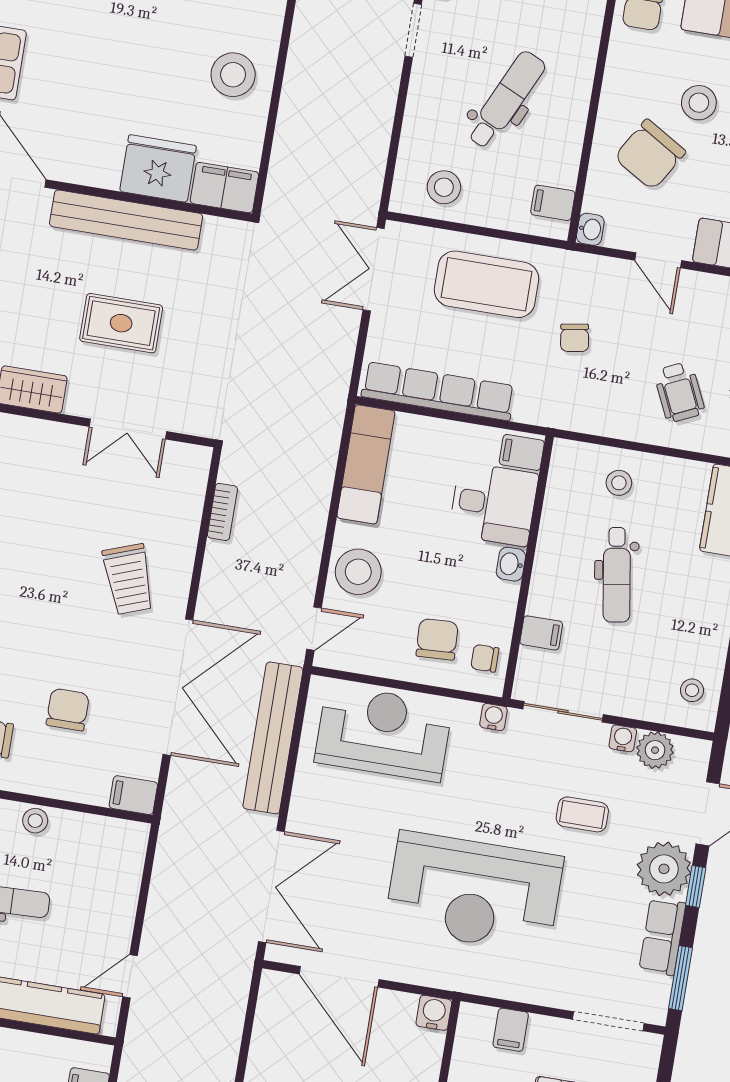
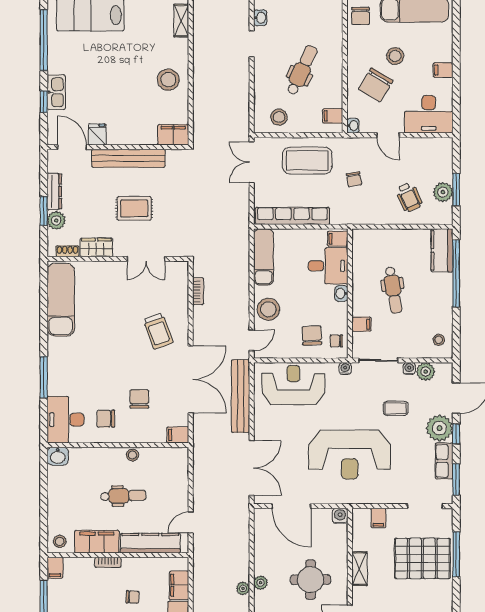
fridge: (158, 169) -> (97, 134), moved, width x0.53, depth x0.75
stool: (619, 483) -> (387, 246), removed

